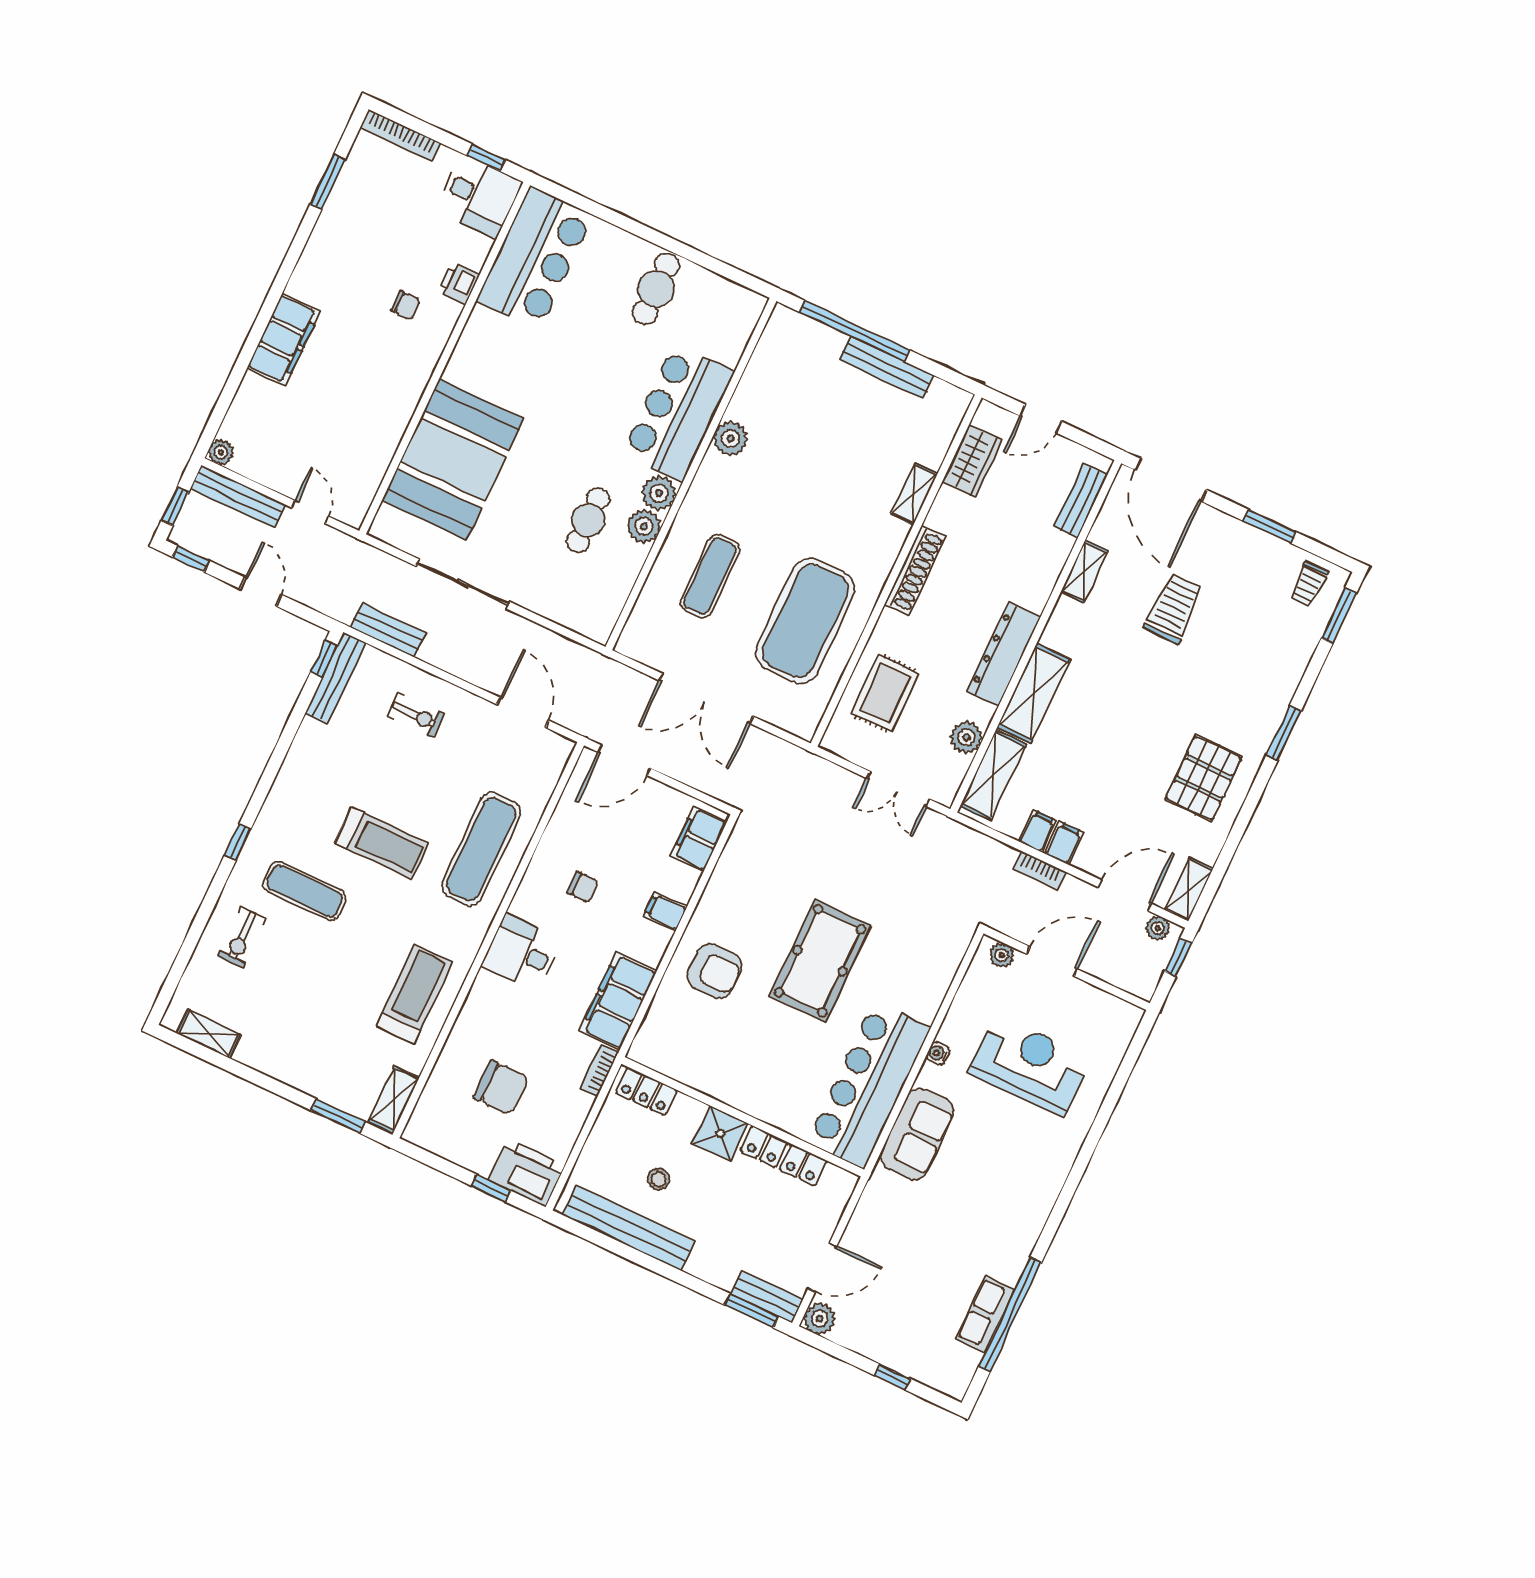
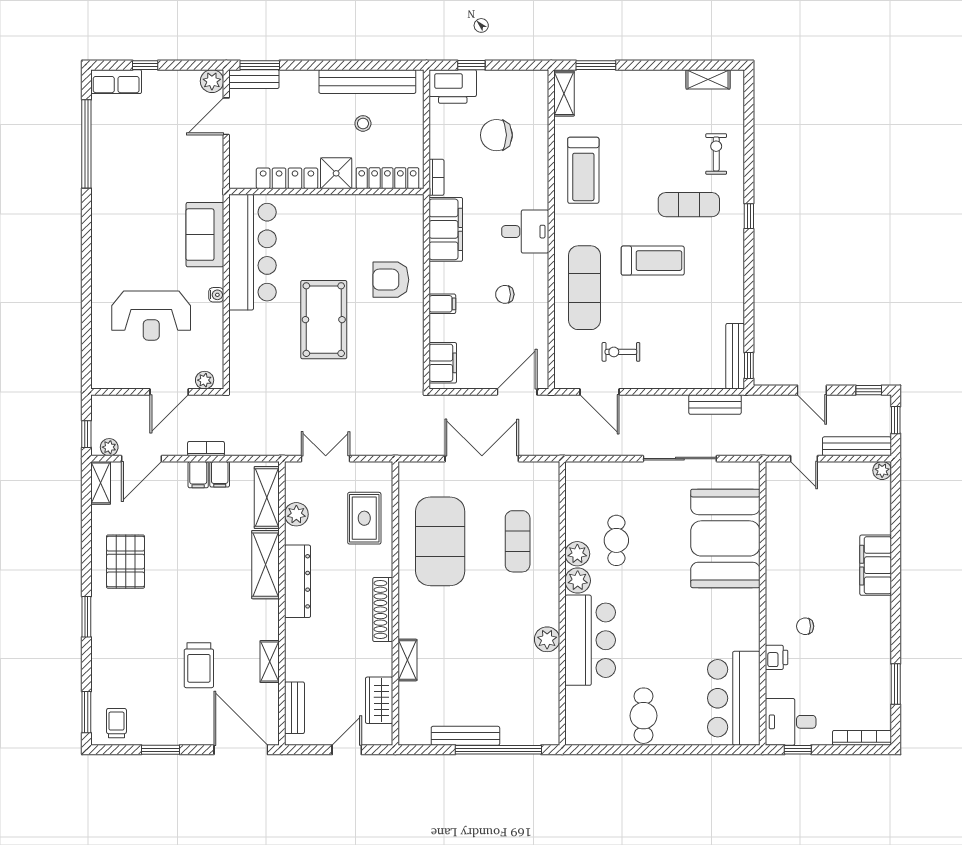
exercise bike: (416, 715) -> (621, 352), moved
treadmill: (382, 843) -> (653, 261), turned 180
locker: (646, 1091) -> (387, 178), width x1.53
row of seats: (985, 1314) -> (116, 82), moved, turned 90

